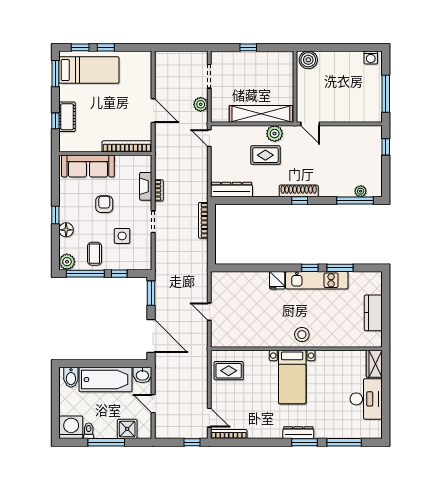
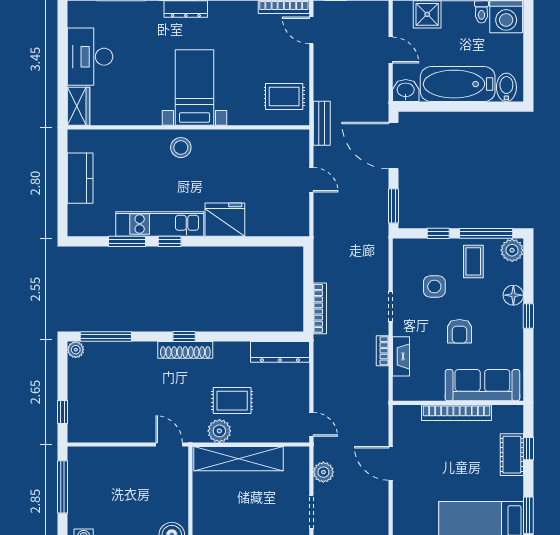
bookcase: (127, 146) -> (456, 413), moved
plant: (361, 191) -> (76, 350), moved
fridge: (277, 280) -> (225, 220), width x1.88, depth x1.34
bench: (202, 352) -> (322, 123), added

